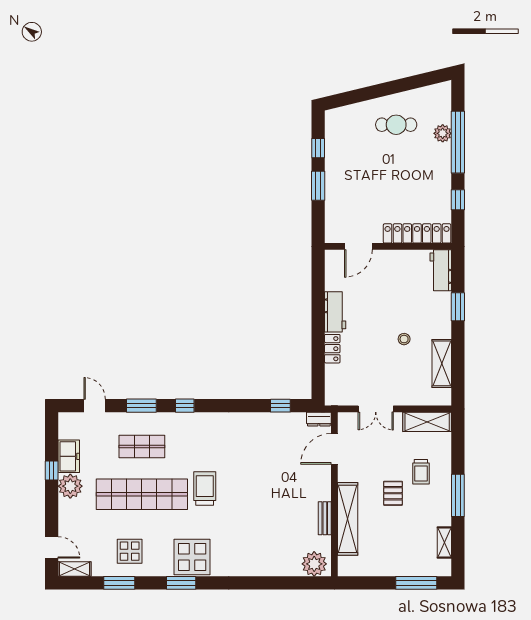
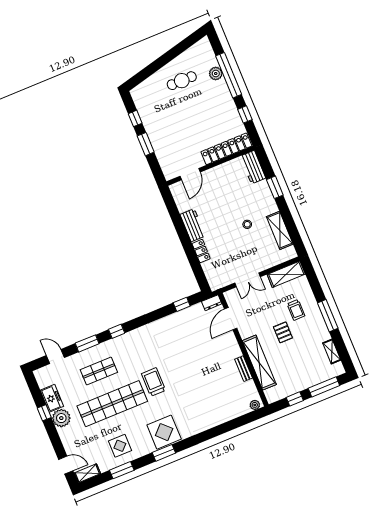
plant: (314, 564) -> (255, 405), width x0.53, depth x0.53
window: (373, 583) -> (295, 399), added

